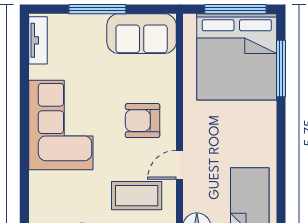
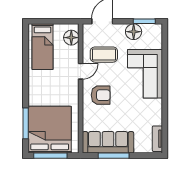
window: (97, 9) -> (114, 156), moved
sofa: (142, 34) -> (108, 142), width x1.36
corner sofa: (61, 125) -> (145, 74), moved

